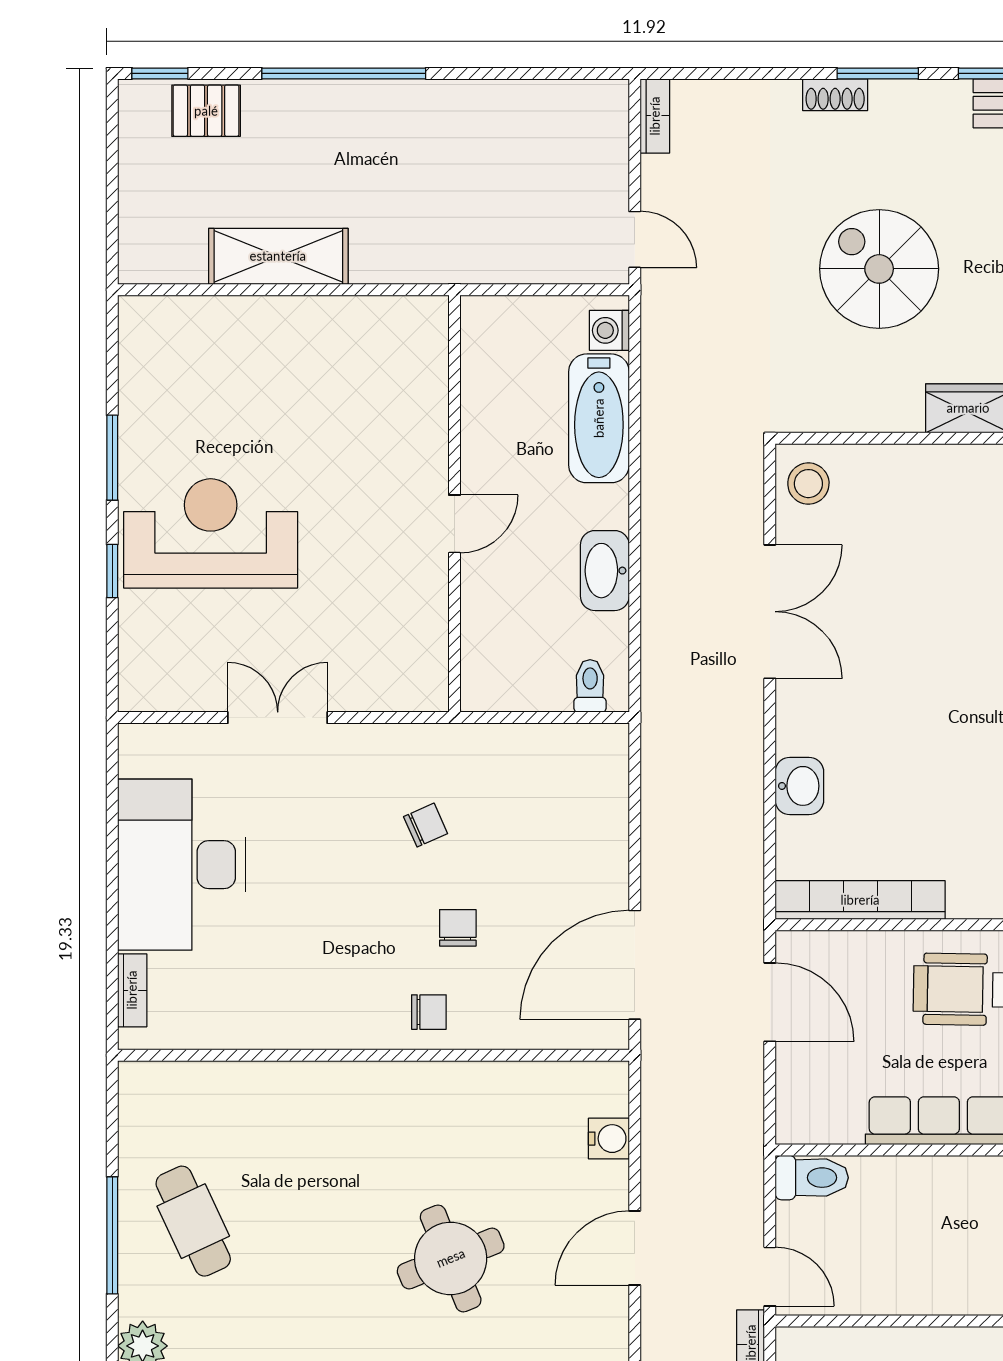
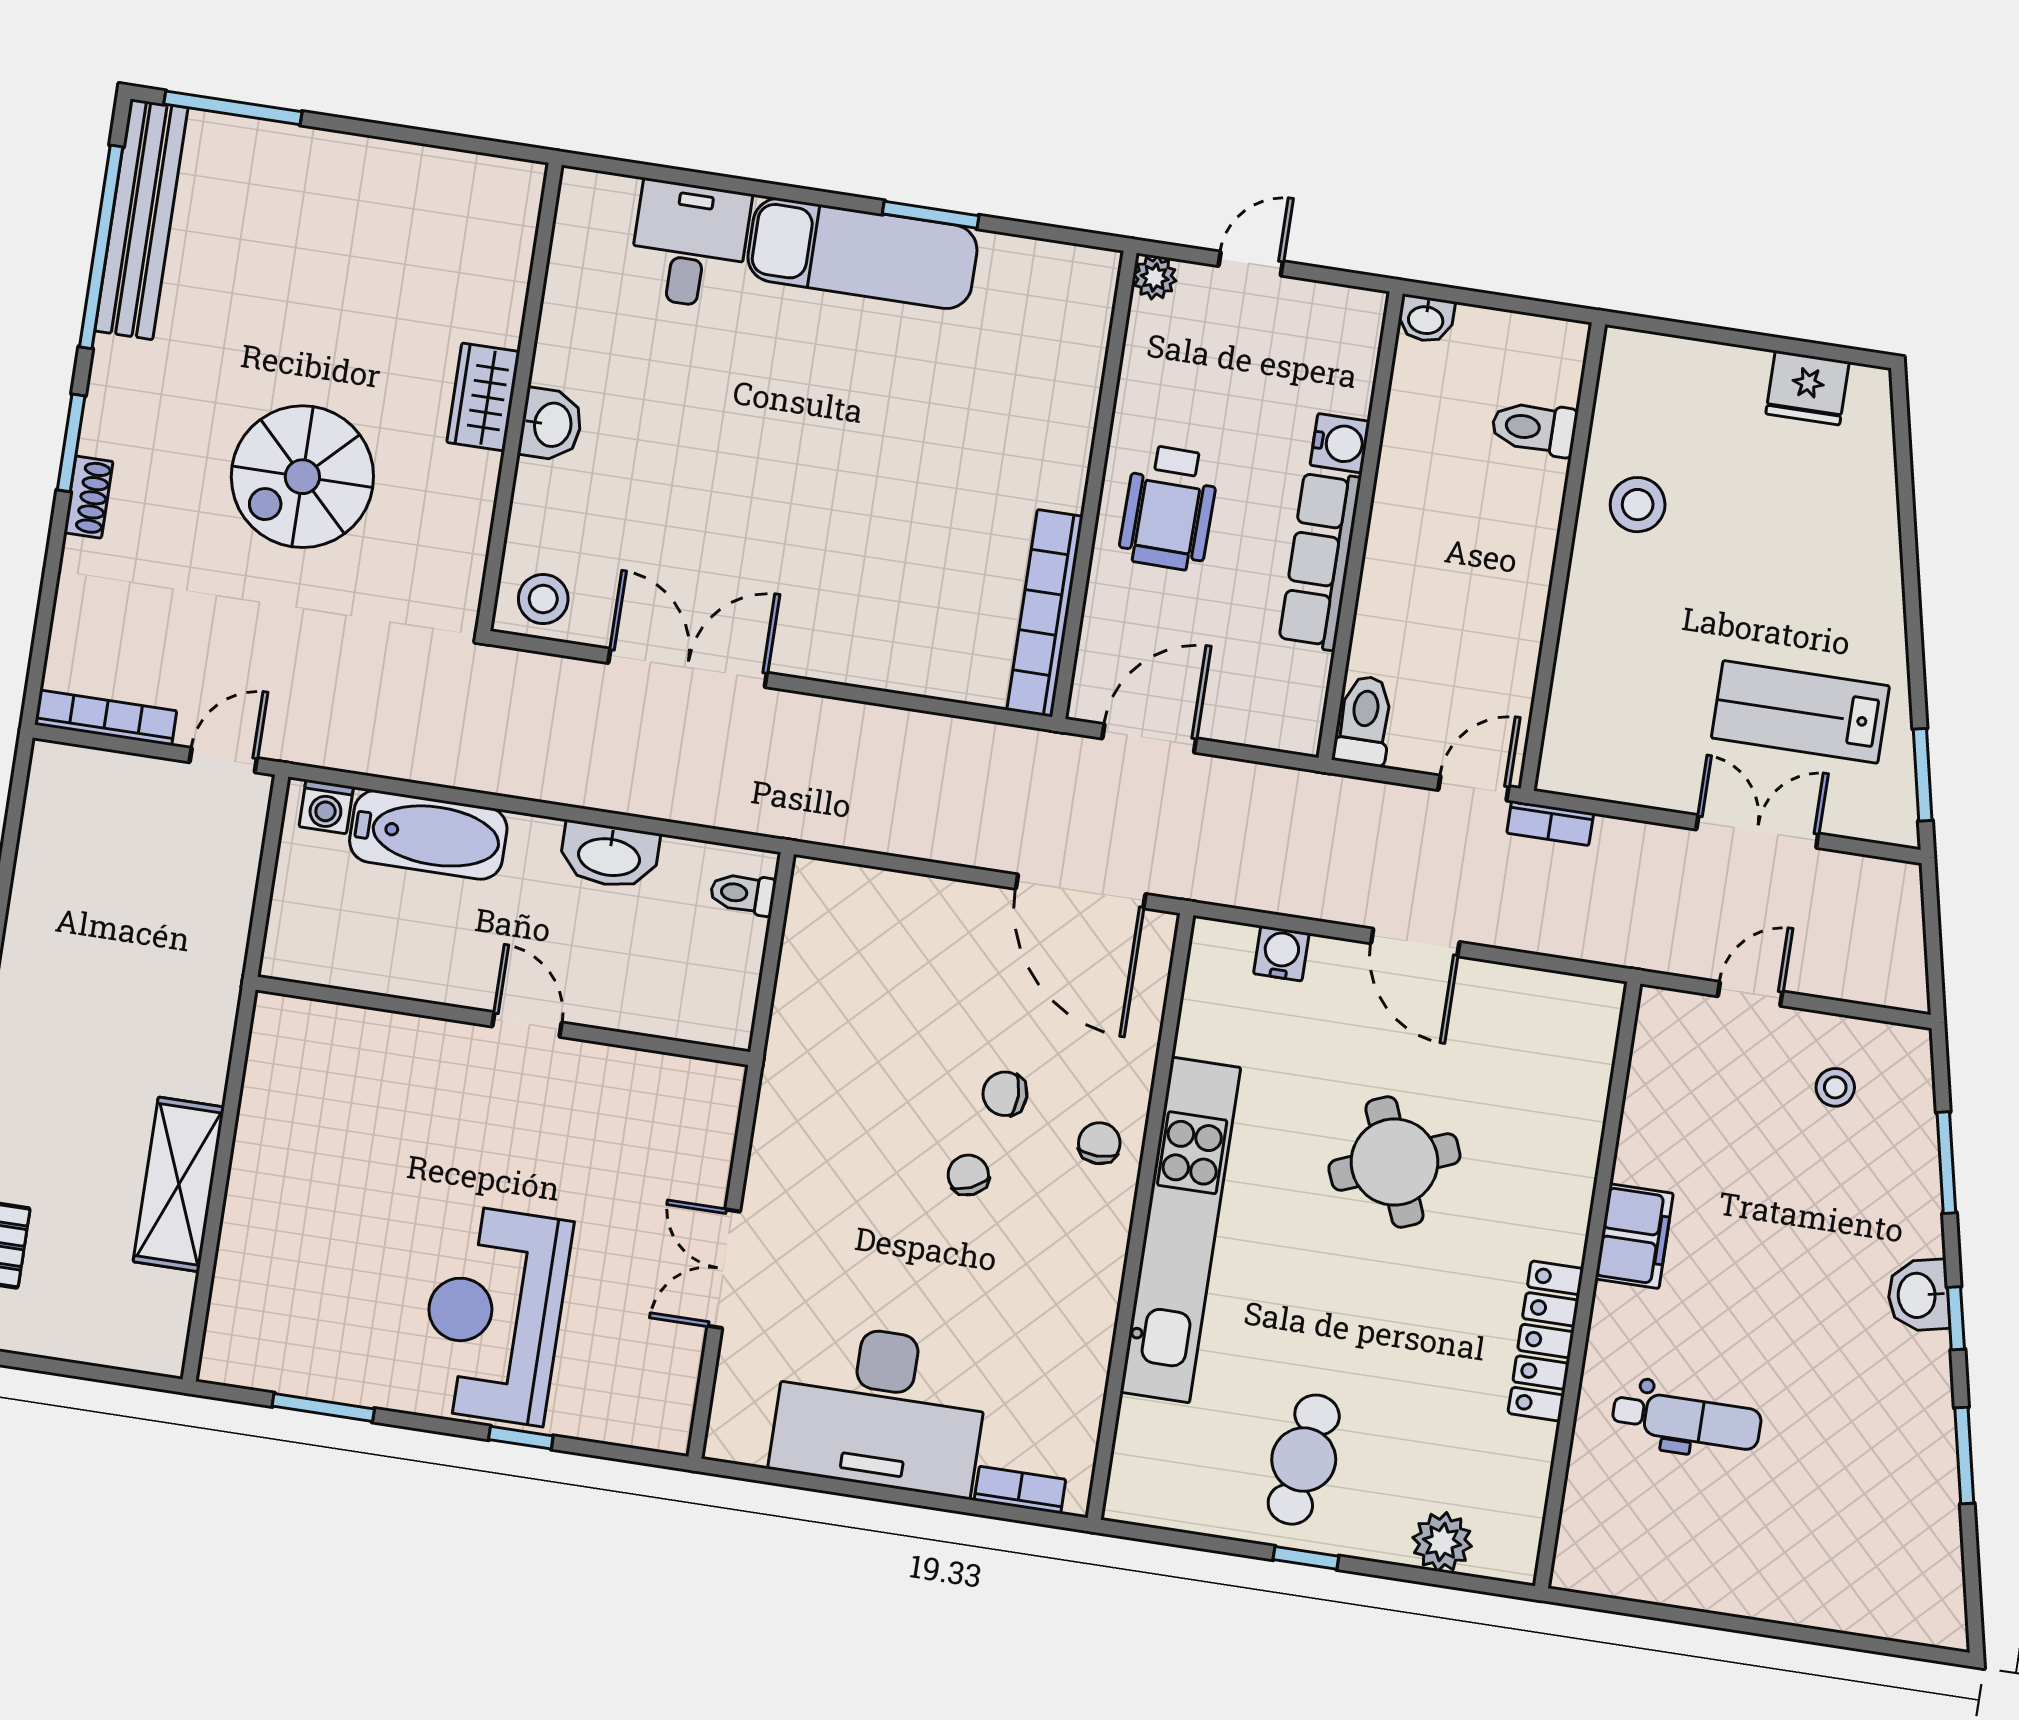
bookcase: (655, 116) -> (106, 718), width x1.56
window: (112, 458) -> (323, 1407), moved
washbasin: (799, 786) -> (551, 425), moved, turned 90
chair: (426, 825) -> (968, 1175), moved
kitchen unit: (367, 1090) -> (1180, 1230), added
cafe table: (193, 1221) -> (1304, 1460), turned -57
window: (112, 1235) -> (1306, 1558), width x0.46

